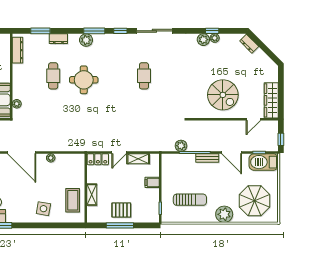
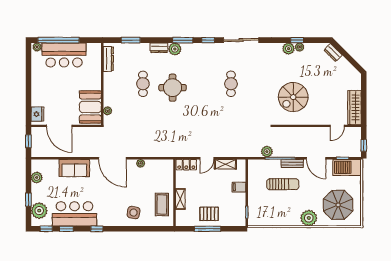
dresser: (58, 39) -> (159, 48), moved
spiral stairs: (223, 95) -> (293, 97), moved, turned 90
sun lounger: (190, 200) -> (283, 184), moved

